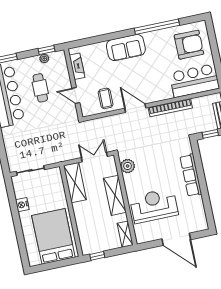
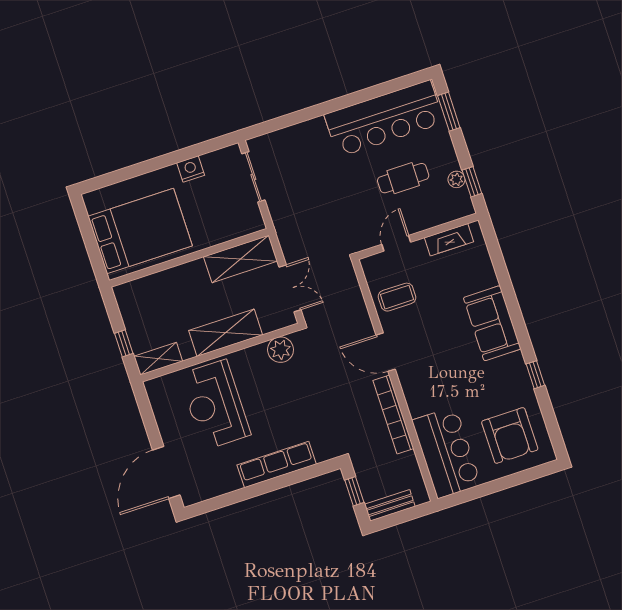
window: (157, 27) -> (535, 375), width x0.32
door: (135, 108) -> (386, 352), swing flipped
reception desk: (154, 206) -> (215, 405), turned 180
door: (176, 239) -> (166, 472), moved
window: (97, 256) -> (124, 343), moved

